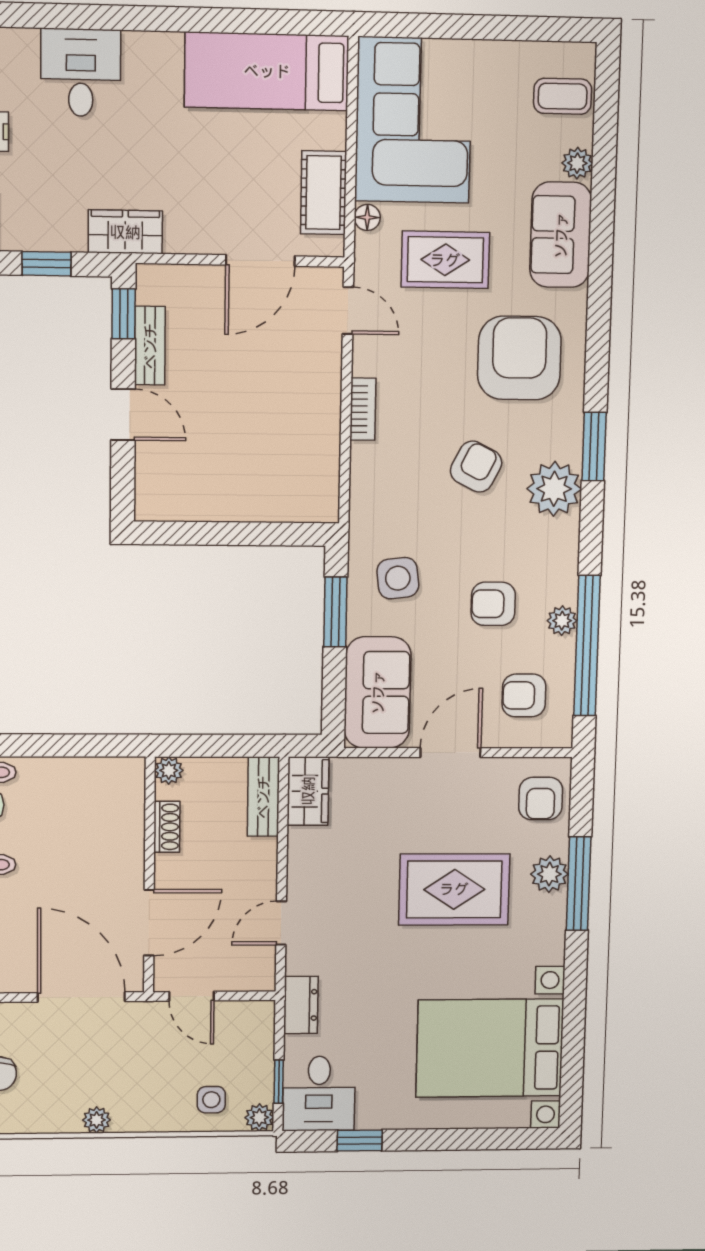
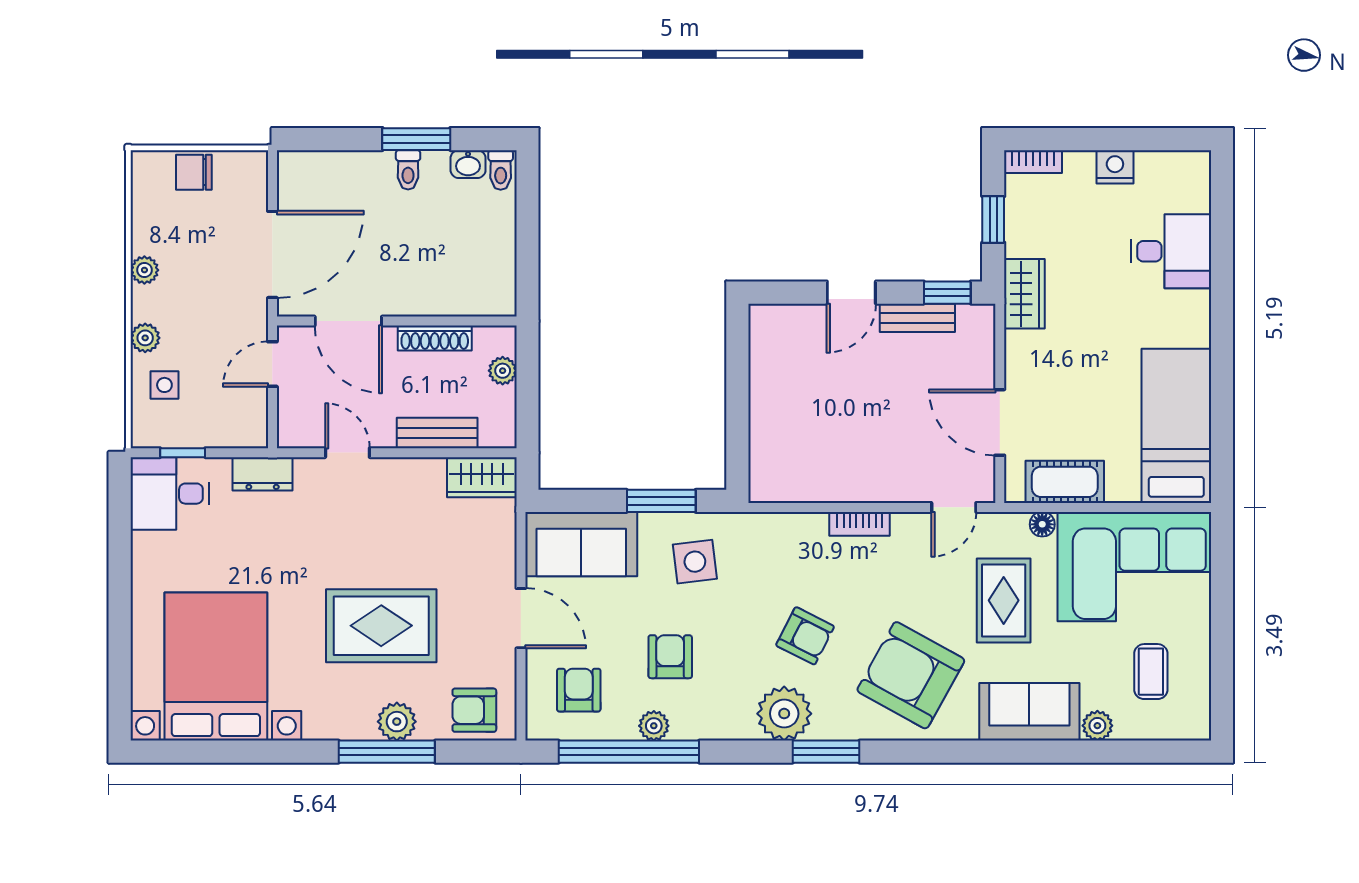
coffee table: (563, 96) -> (1151, 672), moved
armchair: (519, 358) -> (911, 675), turned -151
plant: (169, 770) -> (503, 371), moved
bench: (263, 797) -> (437, 433), moved
shoe rack: (167, 827) -> (435, 338), width x1.43
rug: (454, 889) -> (381, 626), turned 90
plant: (259, 1118) -> (145, 338), moved
window: (360, 1140) -> (120, 536), removed

